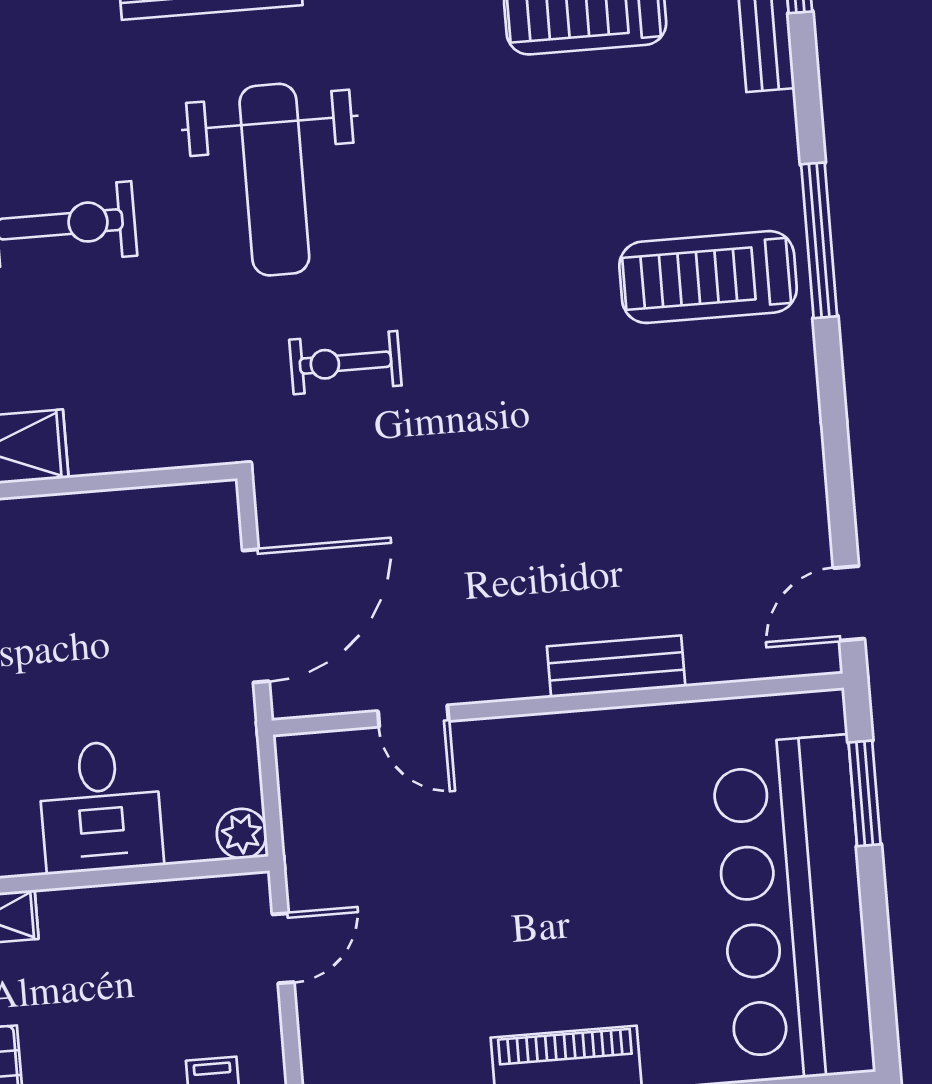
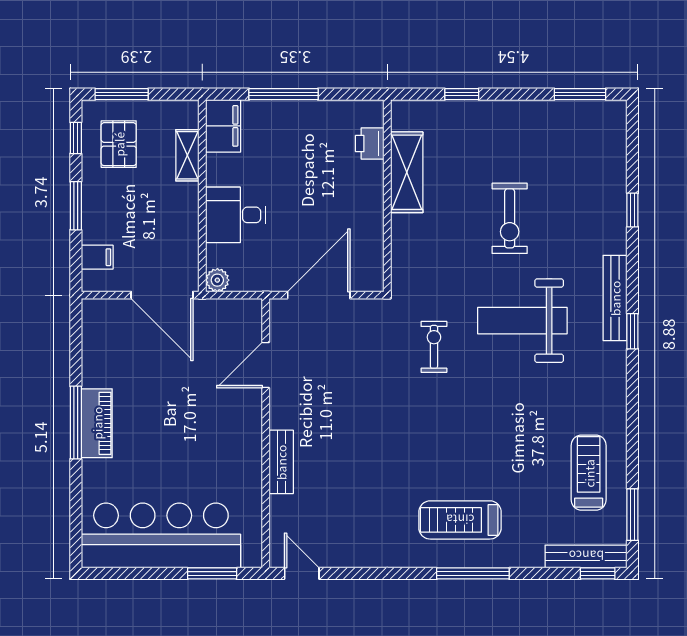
treadmill: (708, 277) -> (460, 520), turned -90
door: (256, 616) -> (319, 295), swing flipped
door: (413, 716) -> (266, 365), width x1.38
door: (283, 948) -> (162, 295), width x1.88

